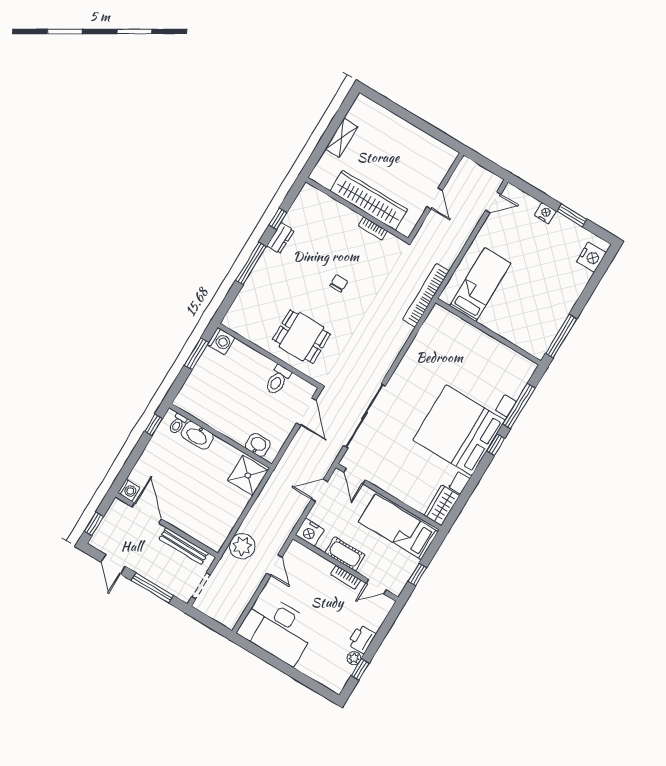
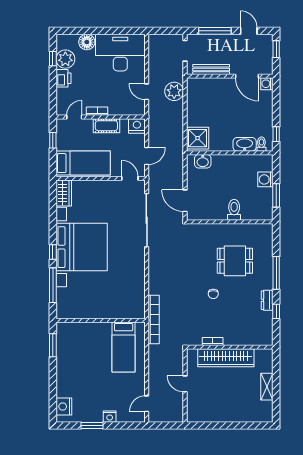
window: (561, 336) -> (53, 345), width x0.69
dining table: (301, 337) -> (235, 261), moved
washing machine: (221, 341) -> (265, 179), moved
toilet: (278, 380) -> (234, 210), moved
plant: (354, 658) -> (65, 59), width x1.88, depth x1.88
floor lamp: (309, 665) -> (87, 42), added

